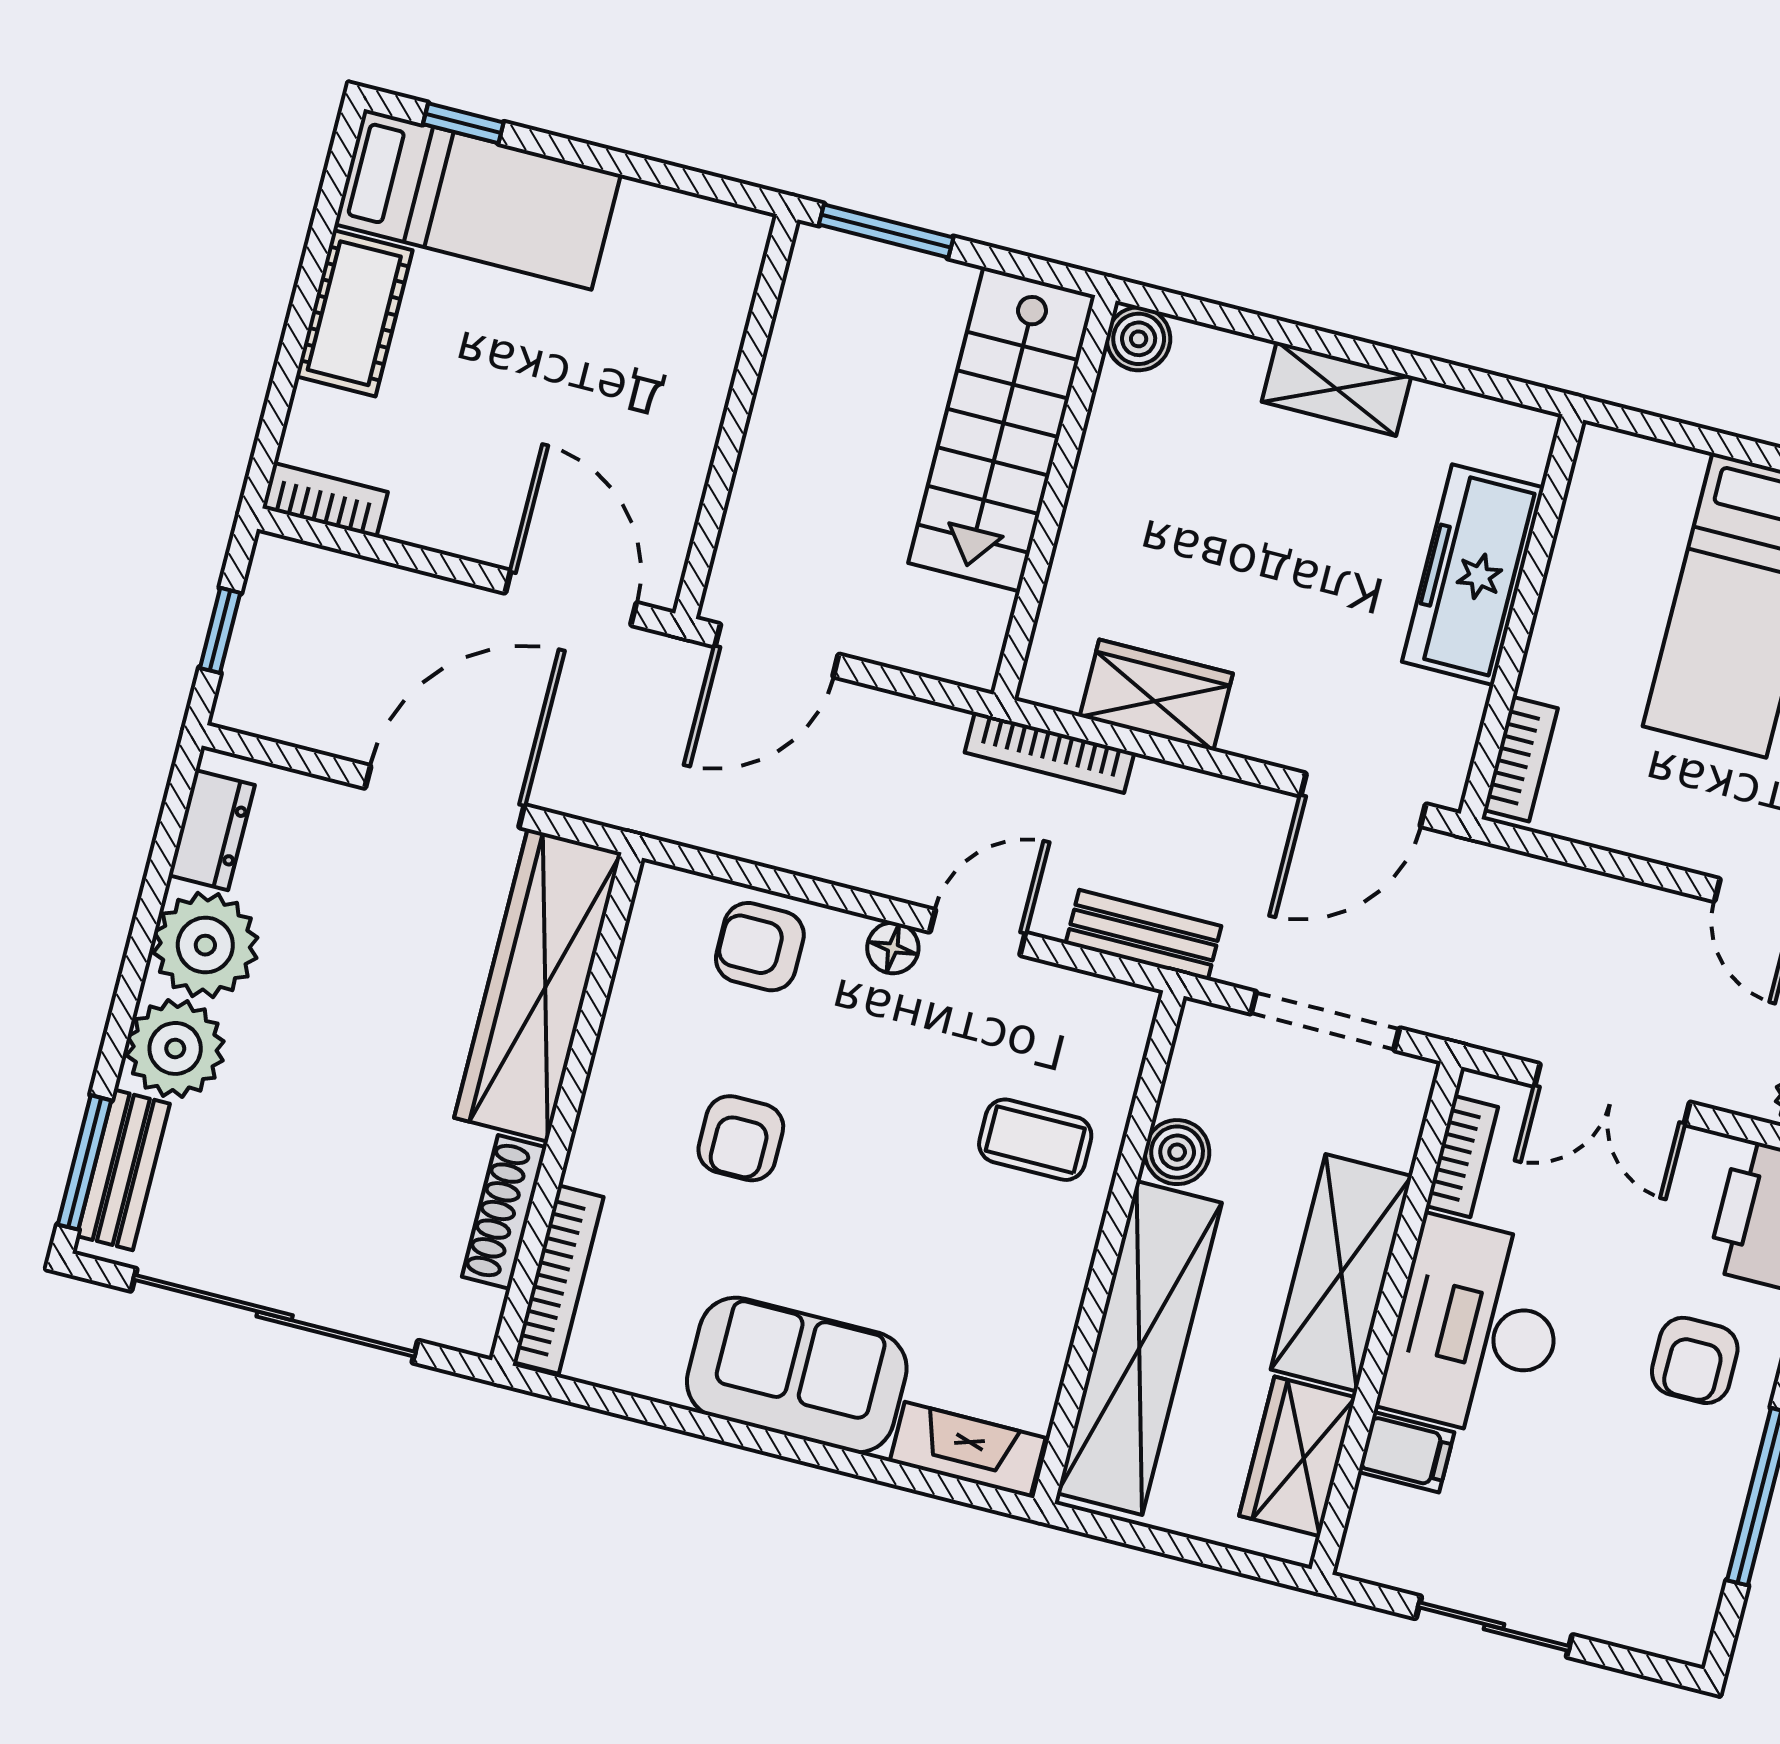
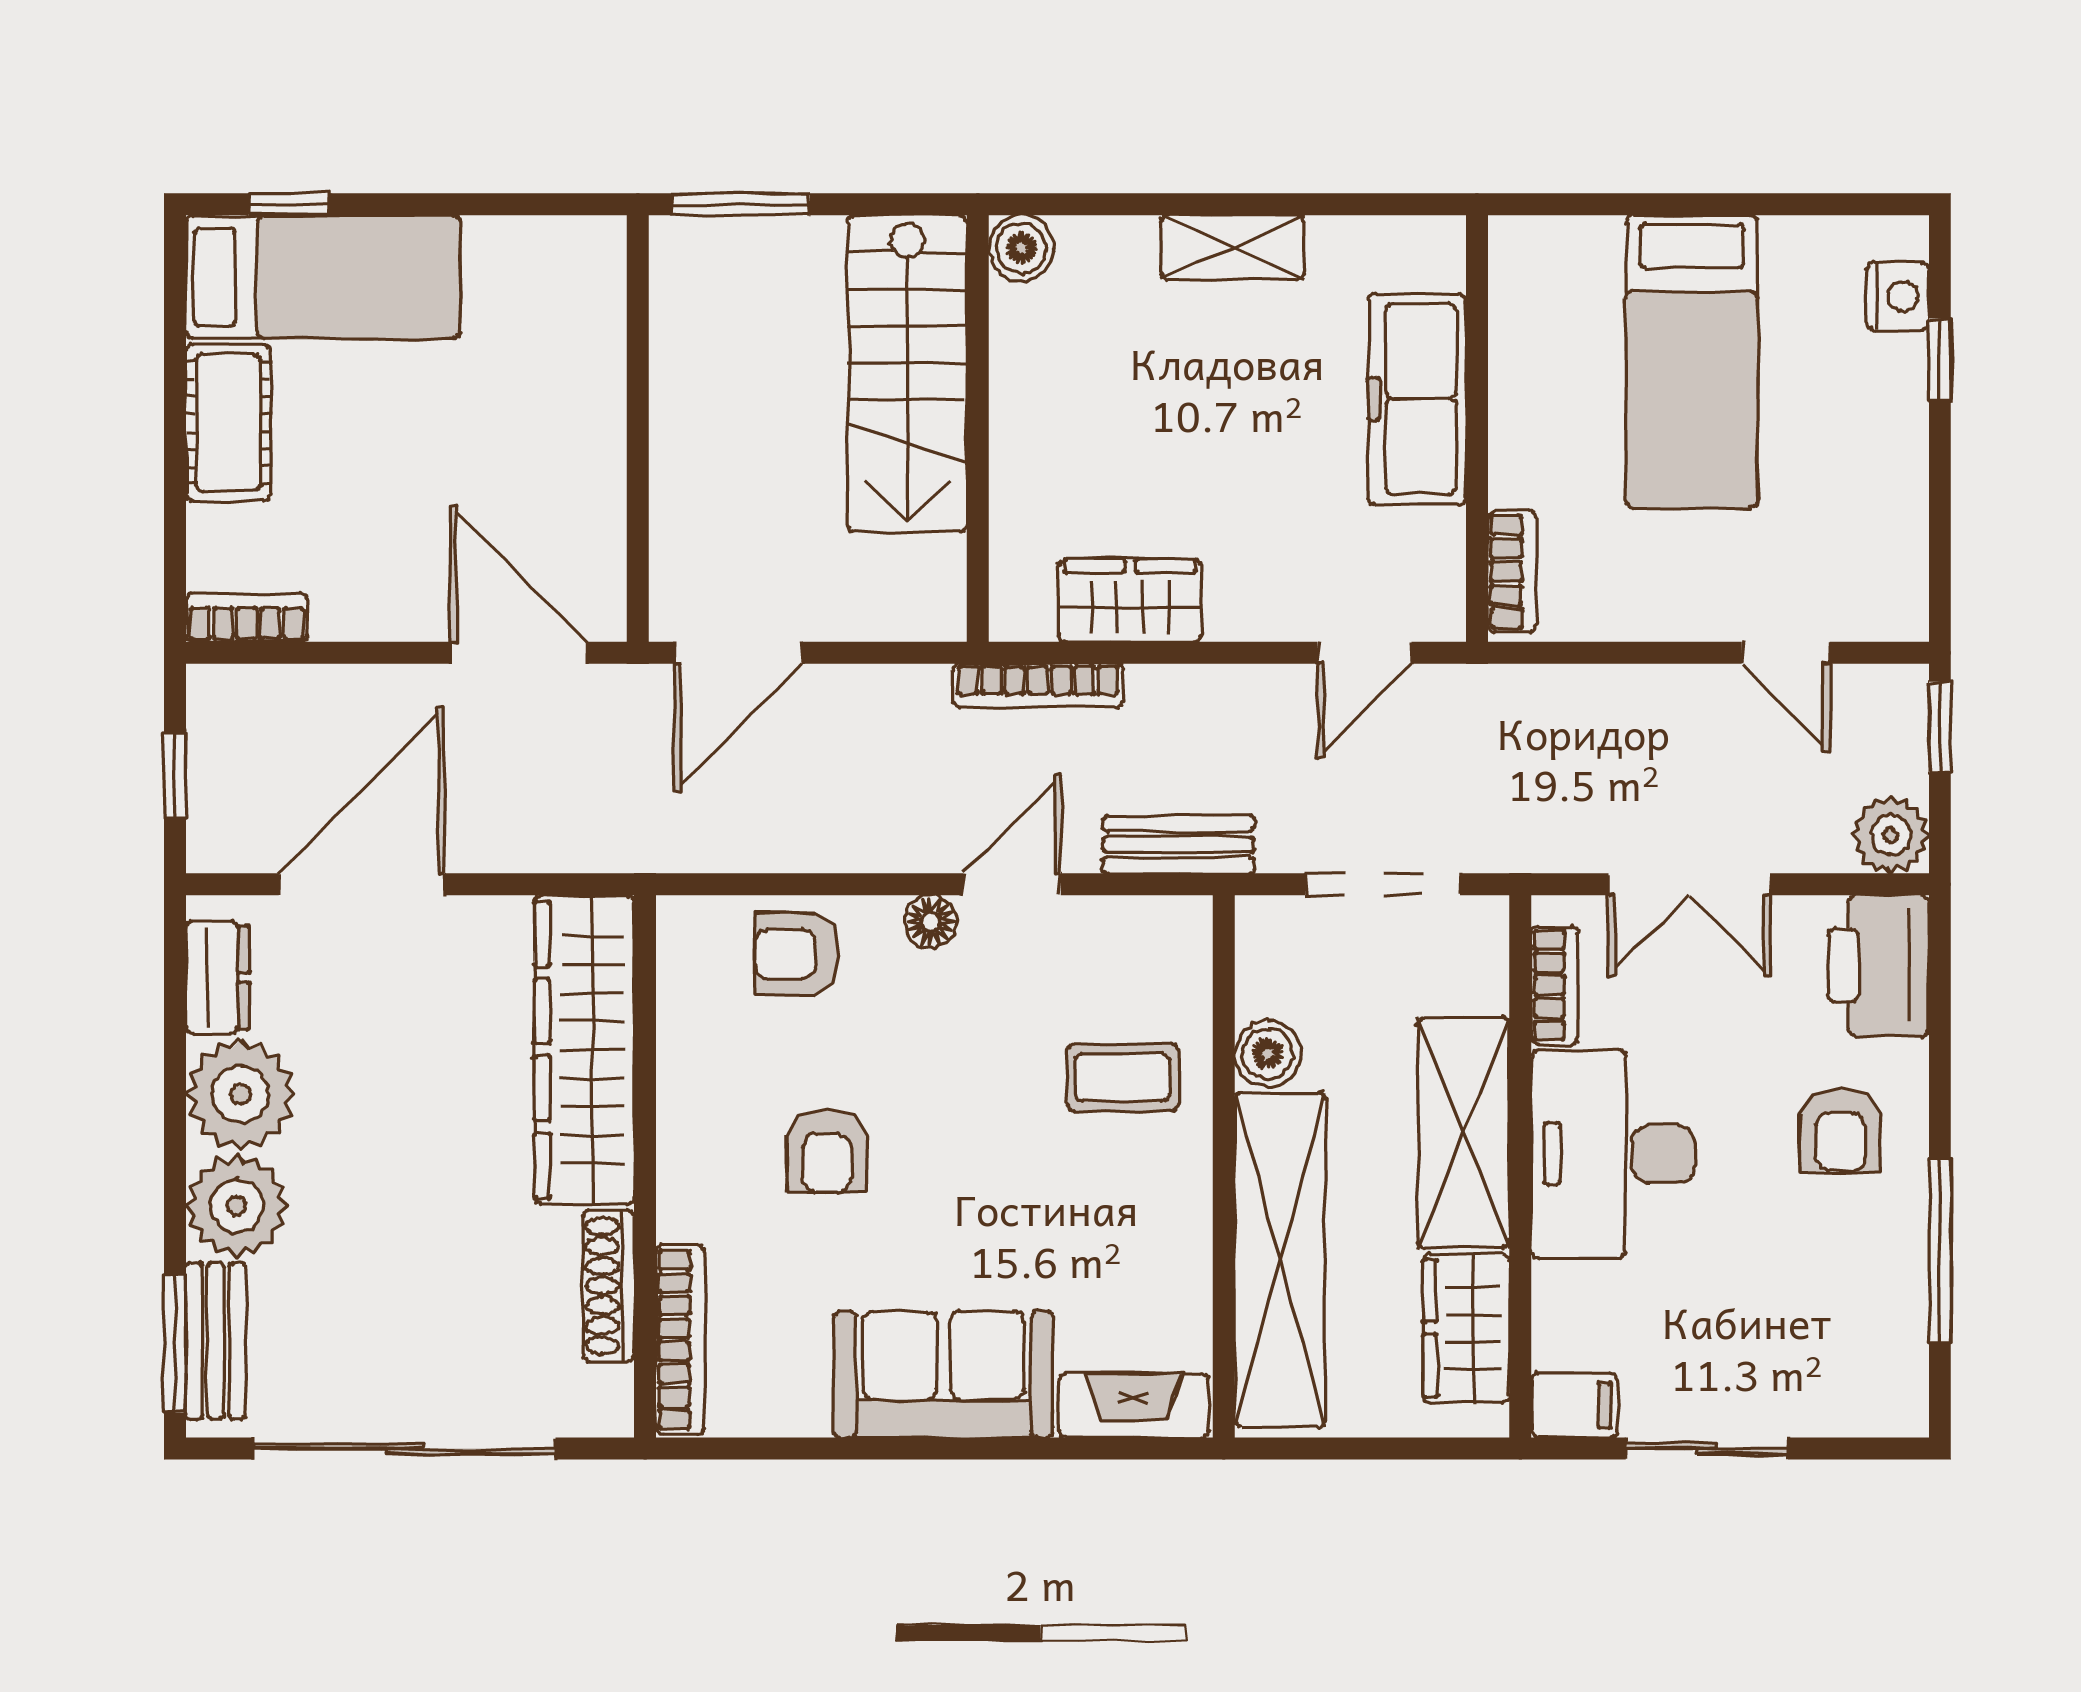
door: (445, 797) -> (362, 884), moved
door: (1363, 800) -> (1364, 653), width x0.73
filing cabinet: (1406, 1452) -> (1574, 1405), moved

